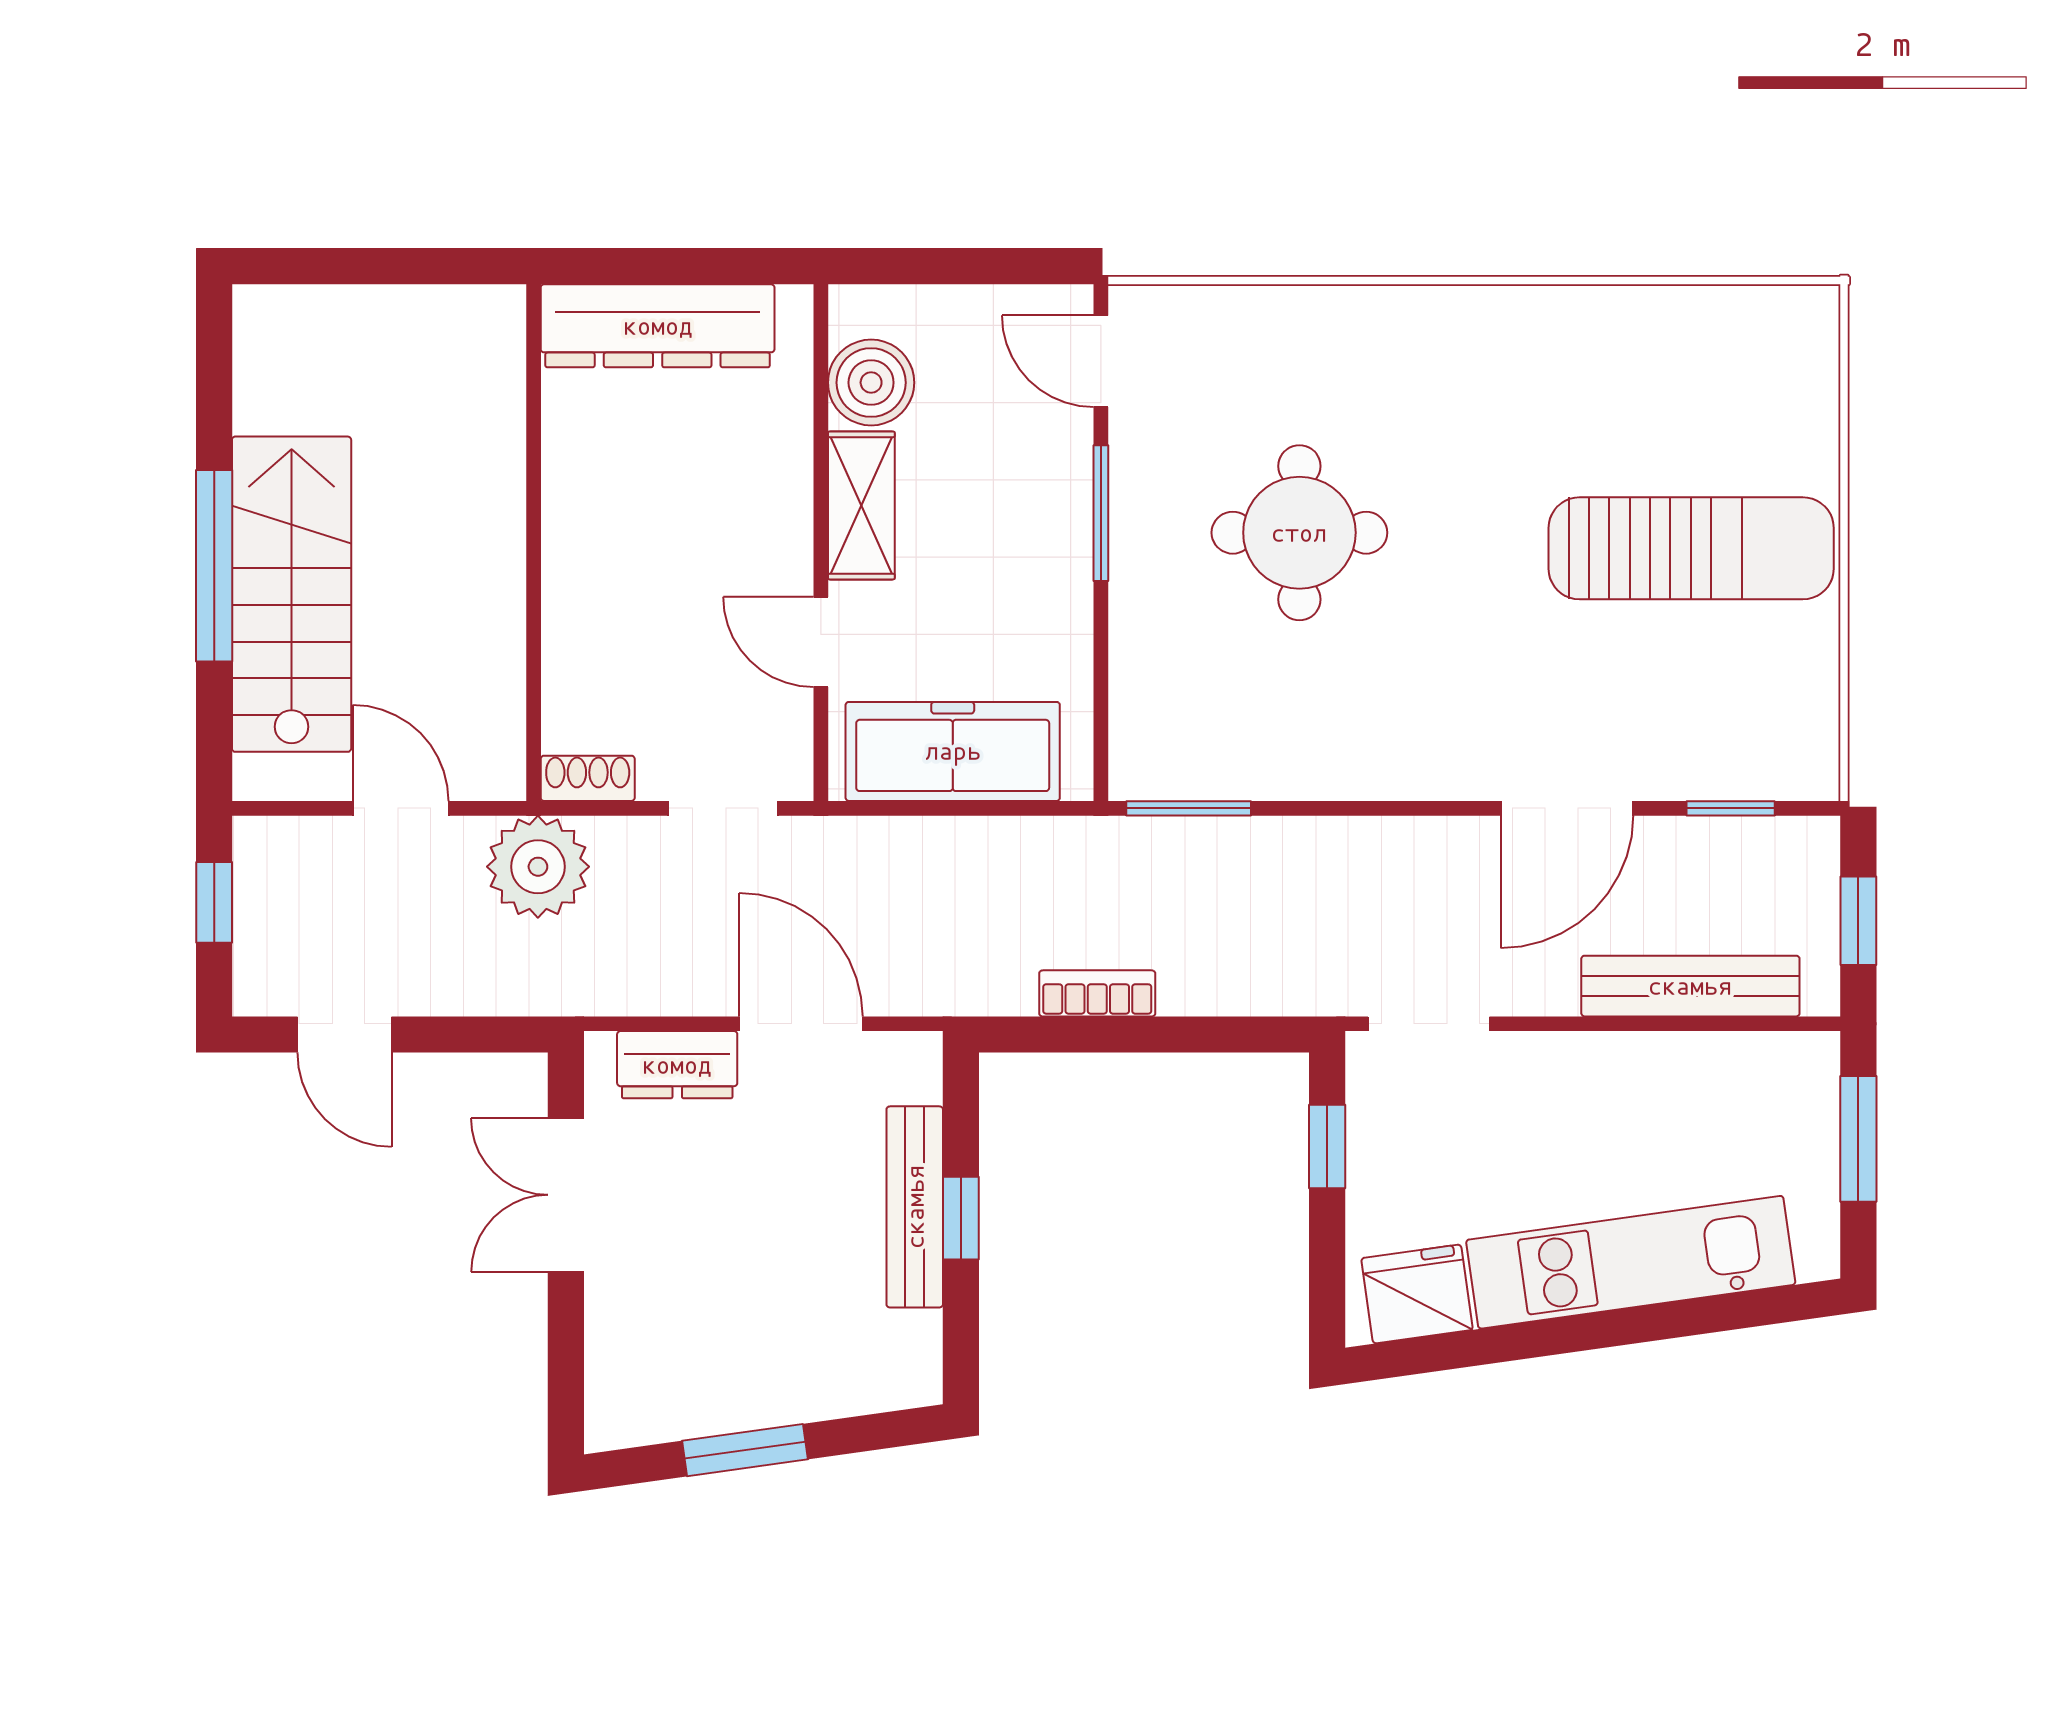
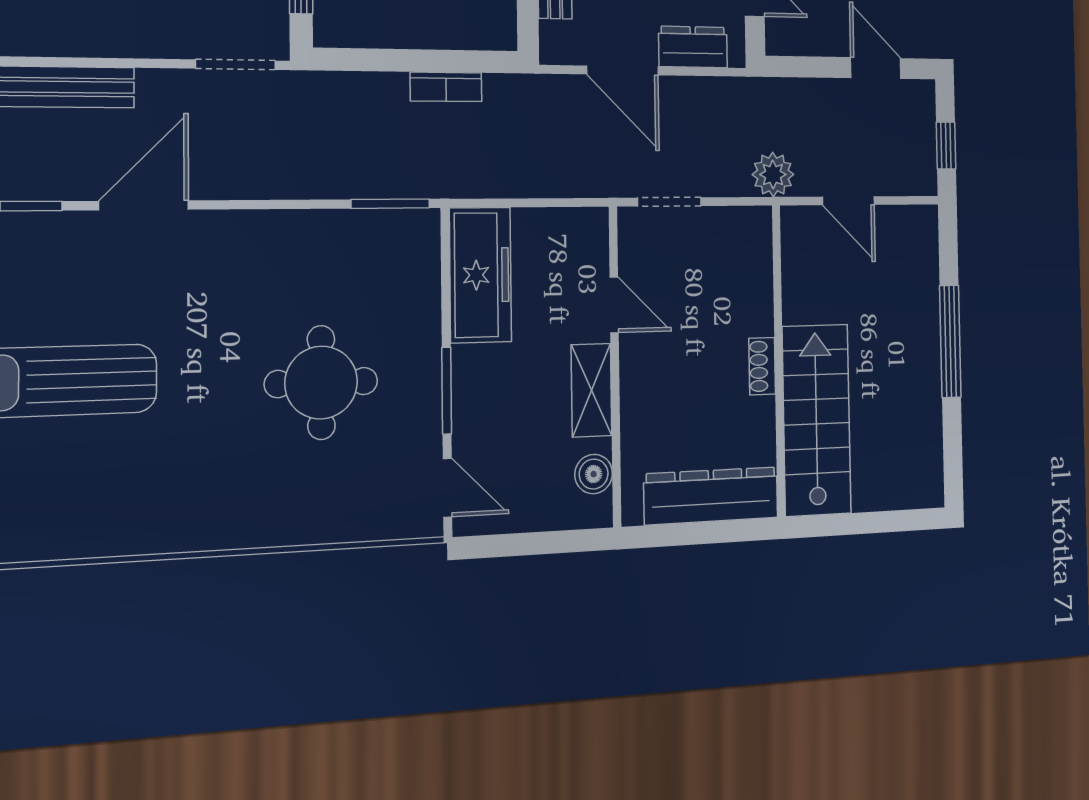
boiler: (871, 383) -> (594, 474), width x0.73, depth x0.73
stairs: (292, 594) -> (817, 420), moved, turned 180
freezer: (953, 751) -> (480, 275), moved, turned -90
shoe rack: (588, 778) -> (762, 366), moved, turned 90
plant: (538, 867) -> (773, 174), width x0.73, depth x0.73

